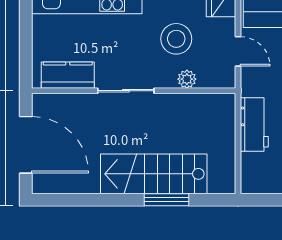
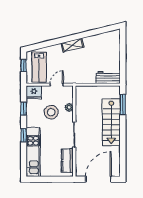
workbench: (254, 125) -> (108, 77), moved
window: (166, 200) -> (123, 105), moved

